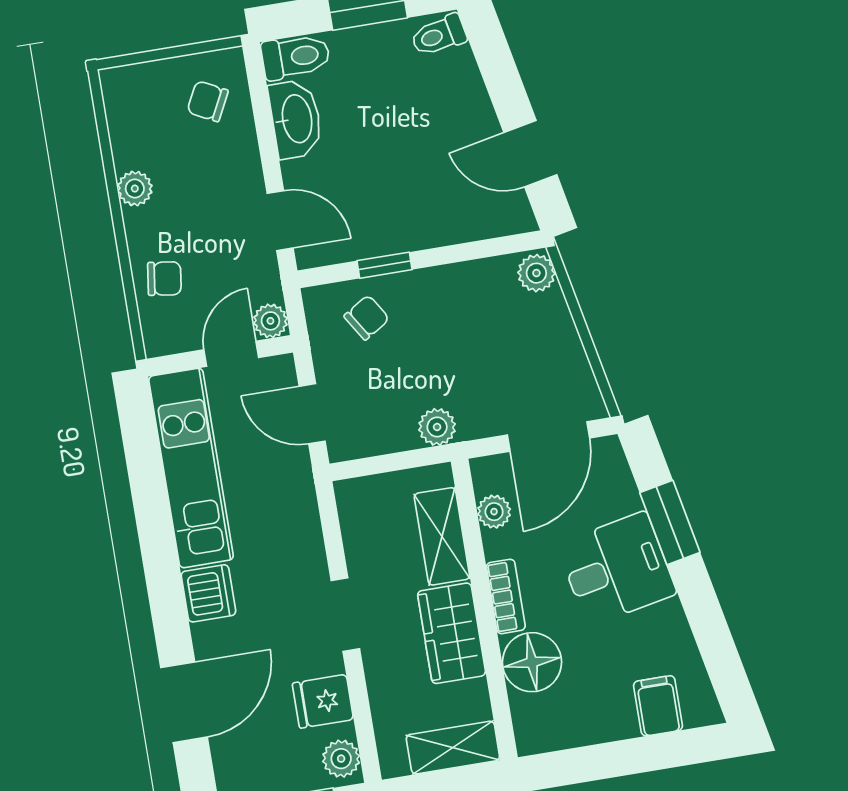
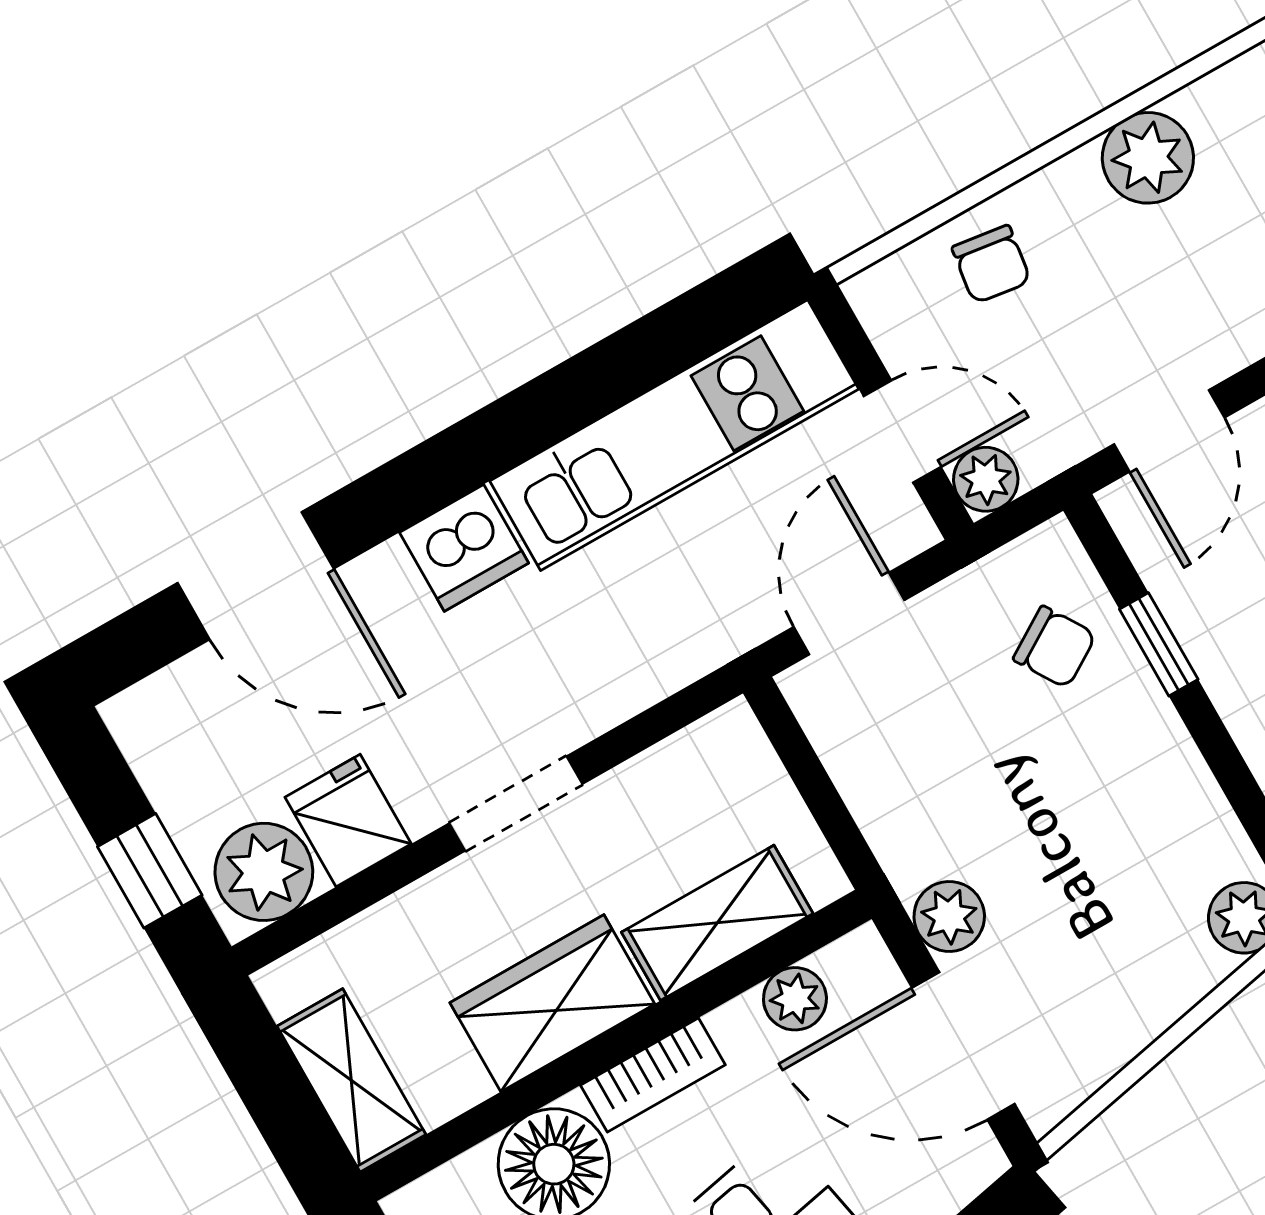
plant: (135, 189) -> (1148, 158), width x1.38, depth x1.38
plant: (437, 427) -> (949, 916), moved
plant: (341, 759) -> (264, 872), width x1.38, depth x1.38

